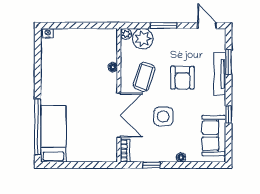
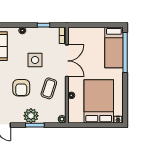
plant: (143, 39) -> (31, 116), moved
bed: (75, 59) -> (99, 101), added
armchair: (183, 78) -> (21, 88), turned 180
double door: (119, 115) -> (67, 61), swing flipped

